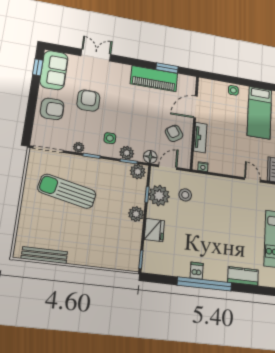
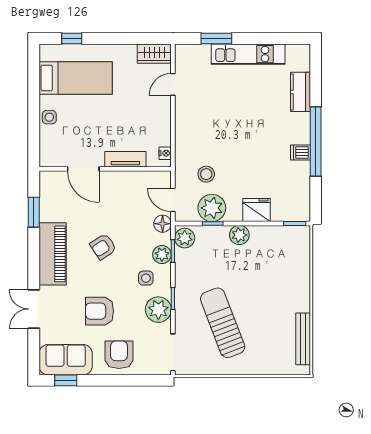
piano: (154, 79) -> (53, 254), moved
armchair: (174, 133) -> (103, 247), moved
plant: (79, 147) -> (158, 310), width x1.88, depth x1.88
sun lounger: (67, 191) -> (223, 323), turned 147

